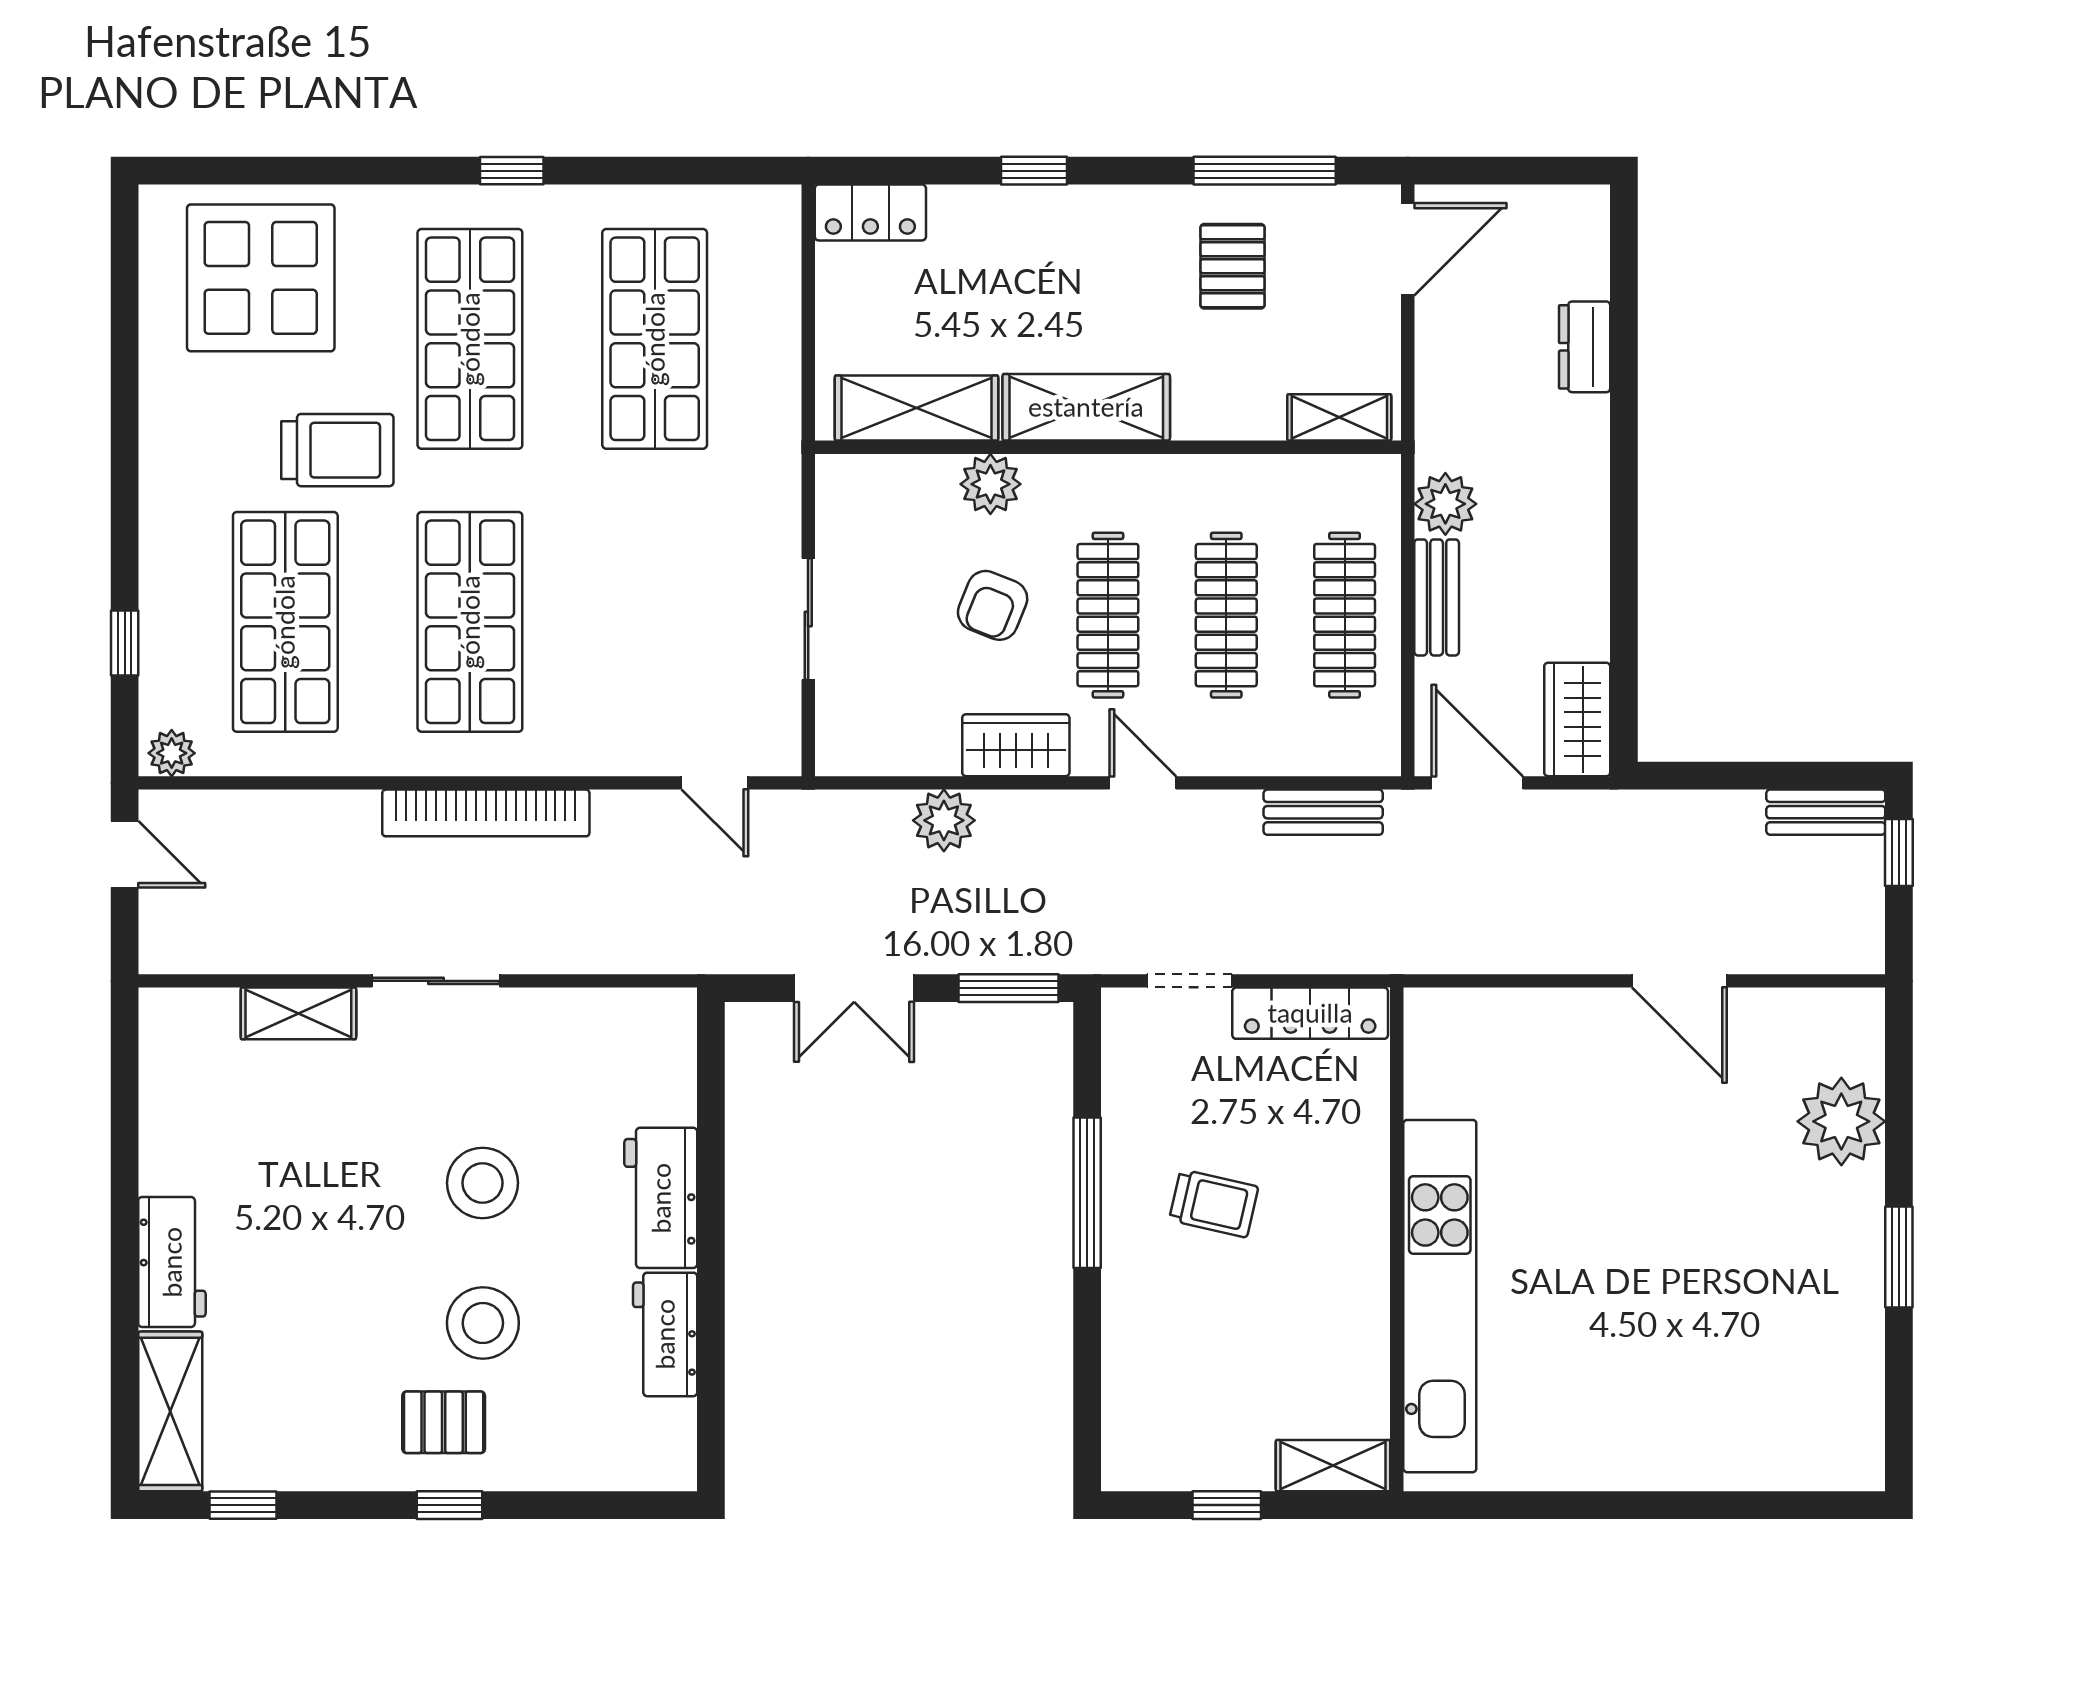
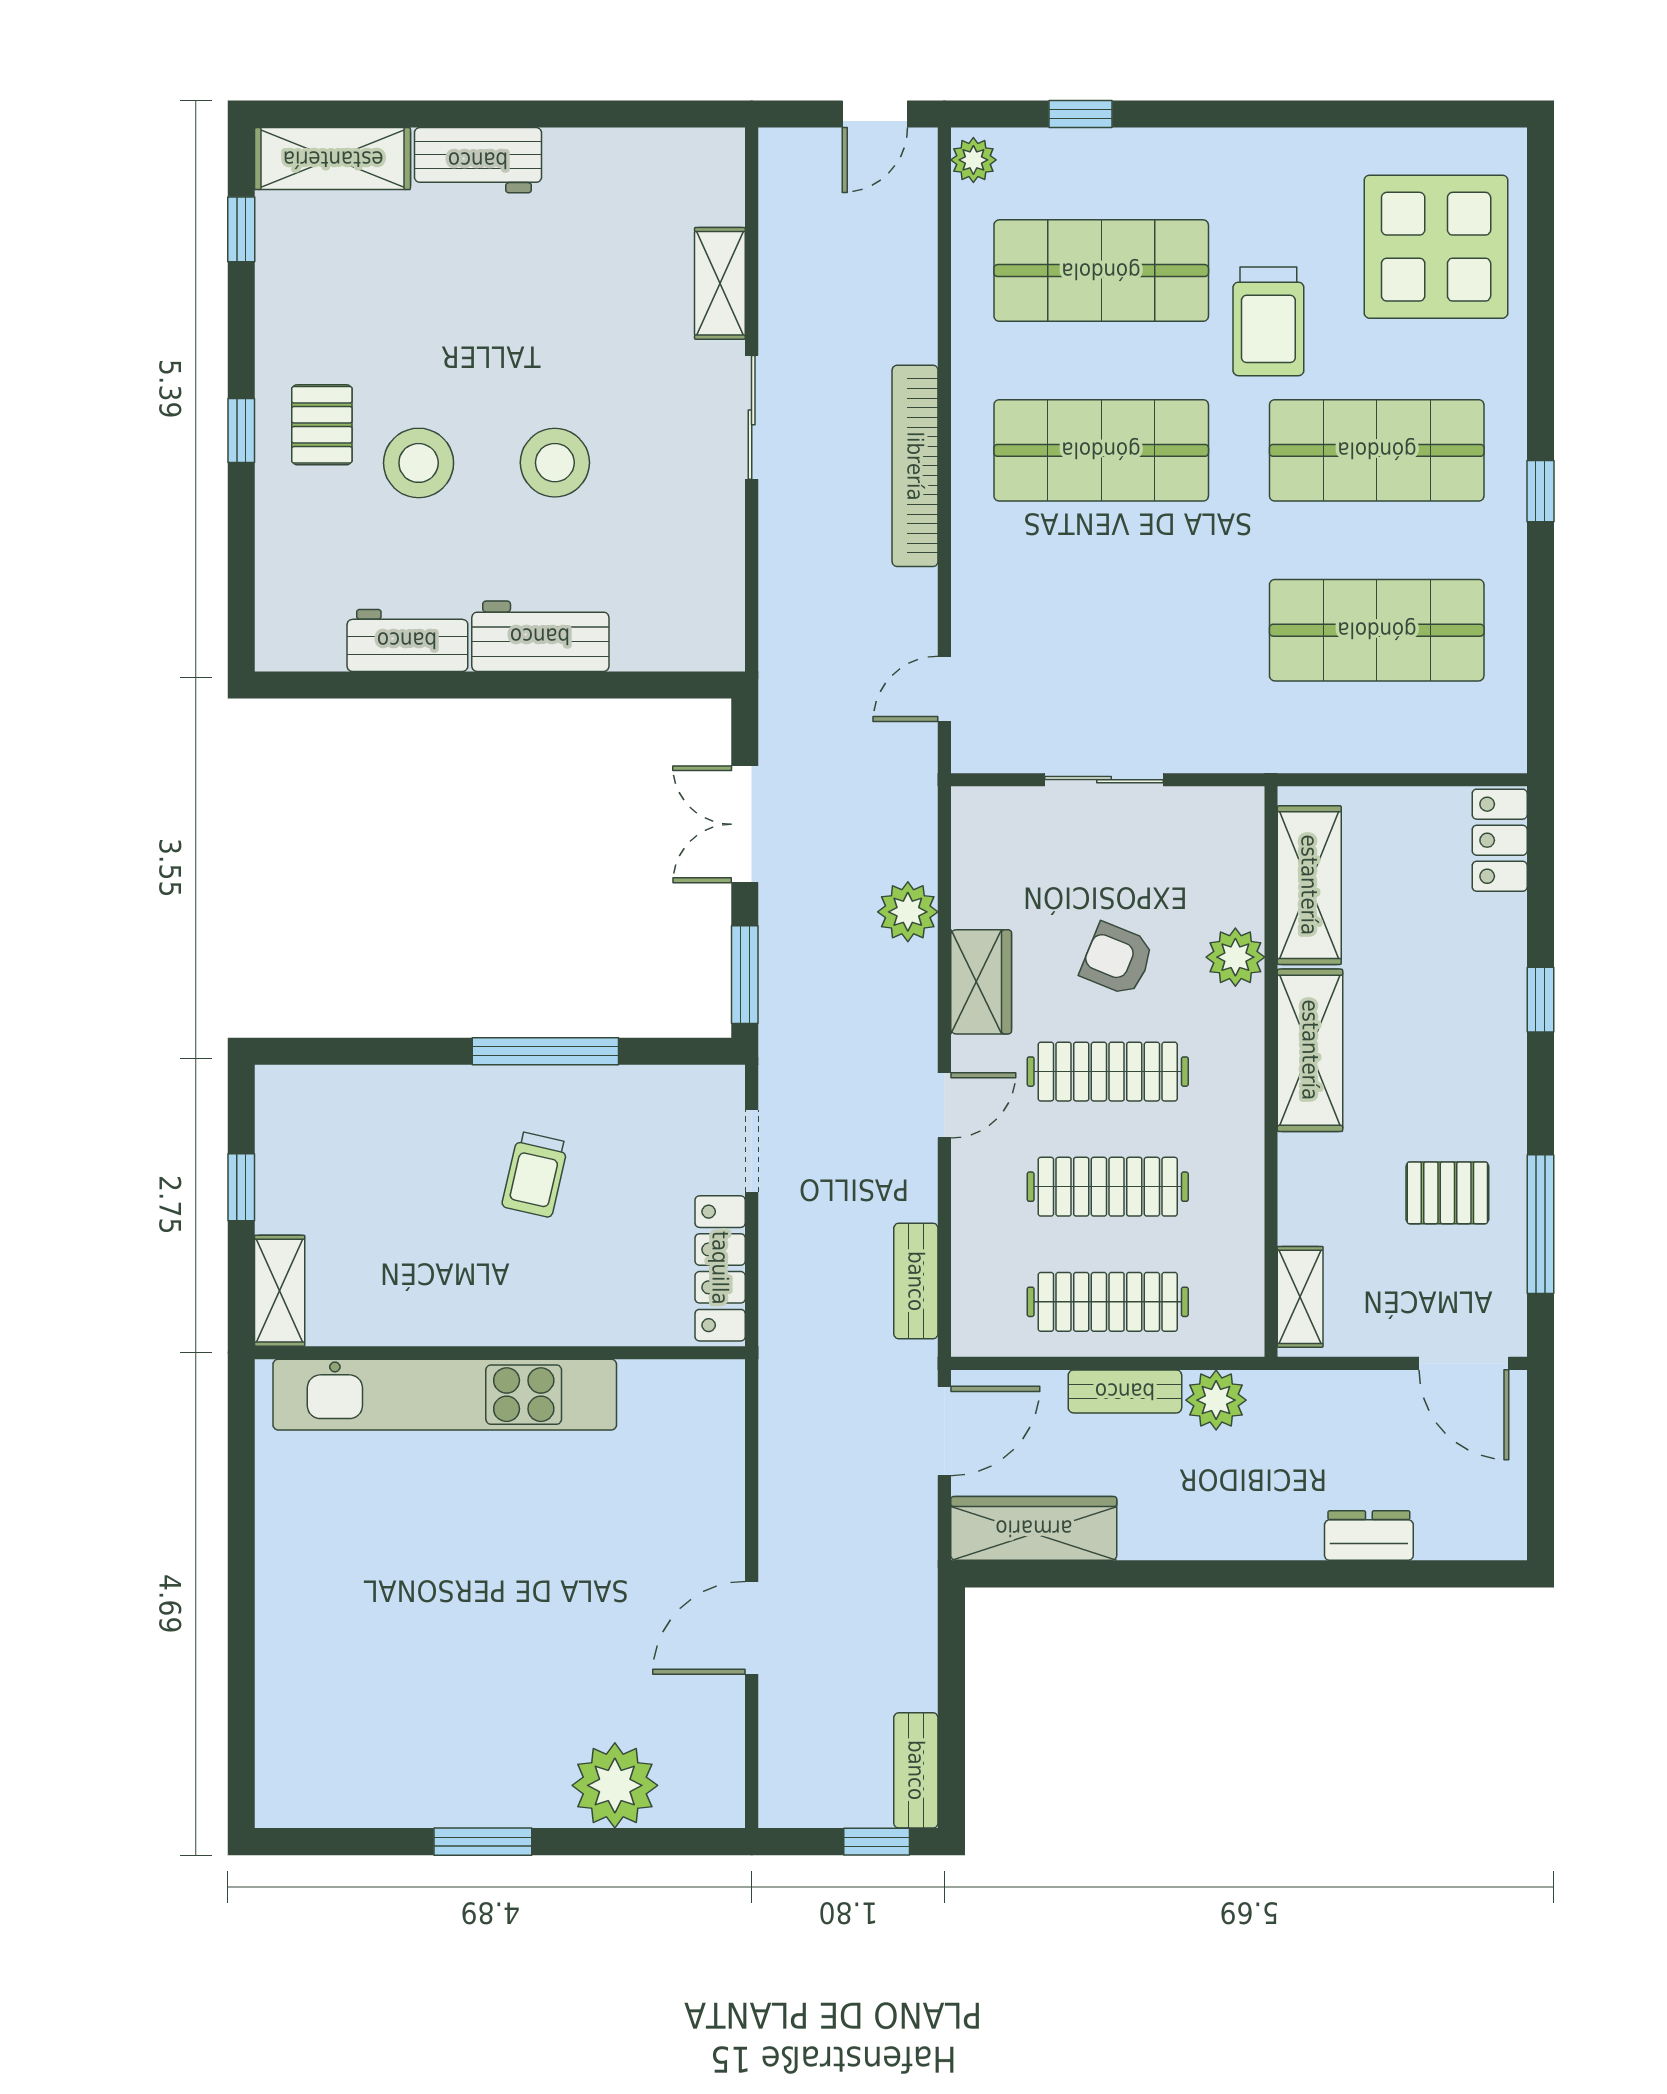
wardrobe: (1577, 719) -> (1034, 1528), width x1.50

